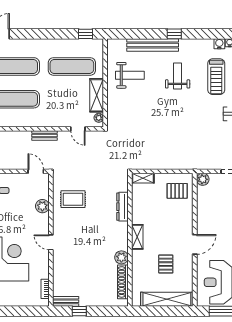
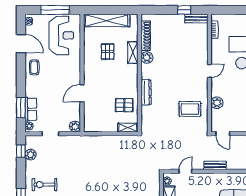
door: (78, 129) -> (185, 171), hinge flipped
pallet: (177, 191) -> (124, 105), moved
dresser: (122, 207) -> (146, 92), moved
shelving: (137, 237) -> (133, 53), moved
door: (51, 242) -> (209, 71), hinge flipped
door: (195, 244) -> (82, 93), moved

